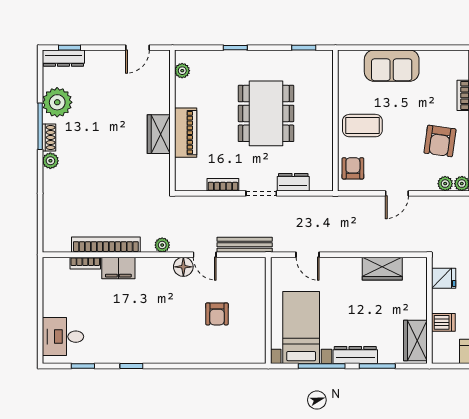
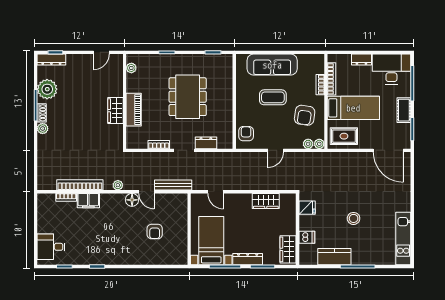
sofa: (392, 66) -> (272, 65), width x1.36
coffee table: (362, 126) -> (273, 97), moved

